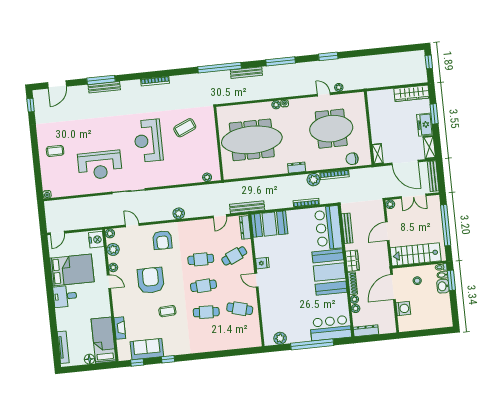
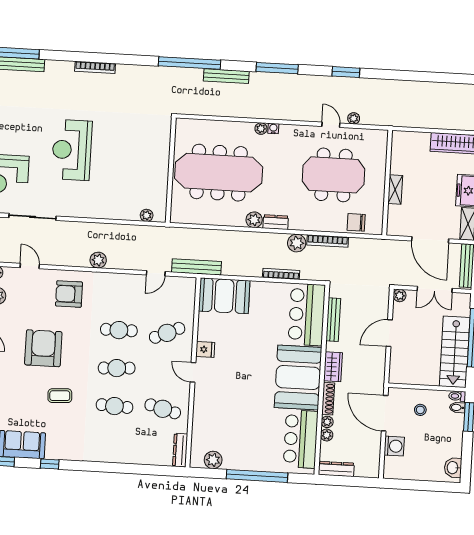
coffee table: (185, 128) -> (126, 140), removed
shelving: (378, 154) -> (395, 190), moved
plant: (282, 168) -> (254, 220), added
dresser: (245, 227) -> (180, 450), moved
armchair: (162, 240) -> (69, 294), turned 90
stairs: (416, 254) -> (455, 352), moved, turned -90
washbasin: (443, 286) -> (453, 468), moved
door: (393, 287) -> (385, 413), hinge flipped
bar counter: (331, 328) -> (301, 439), moved, turned -90

